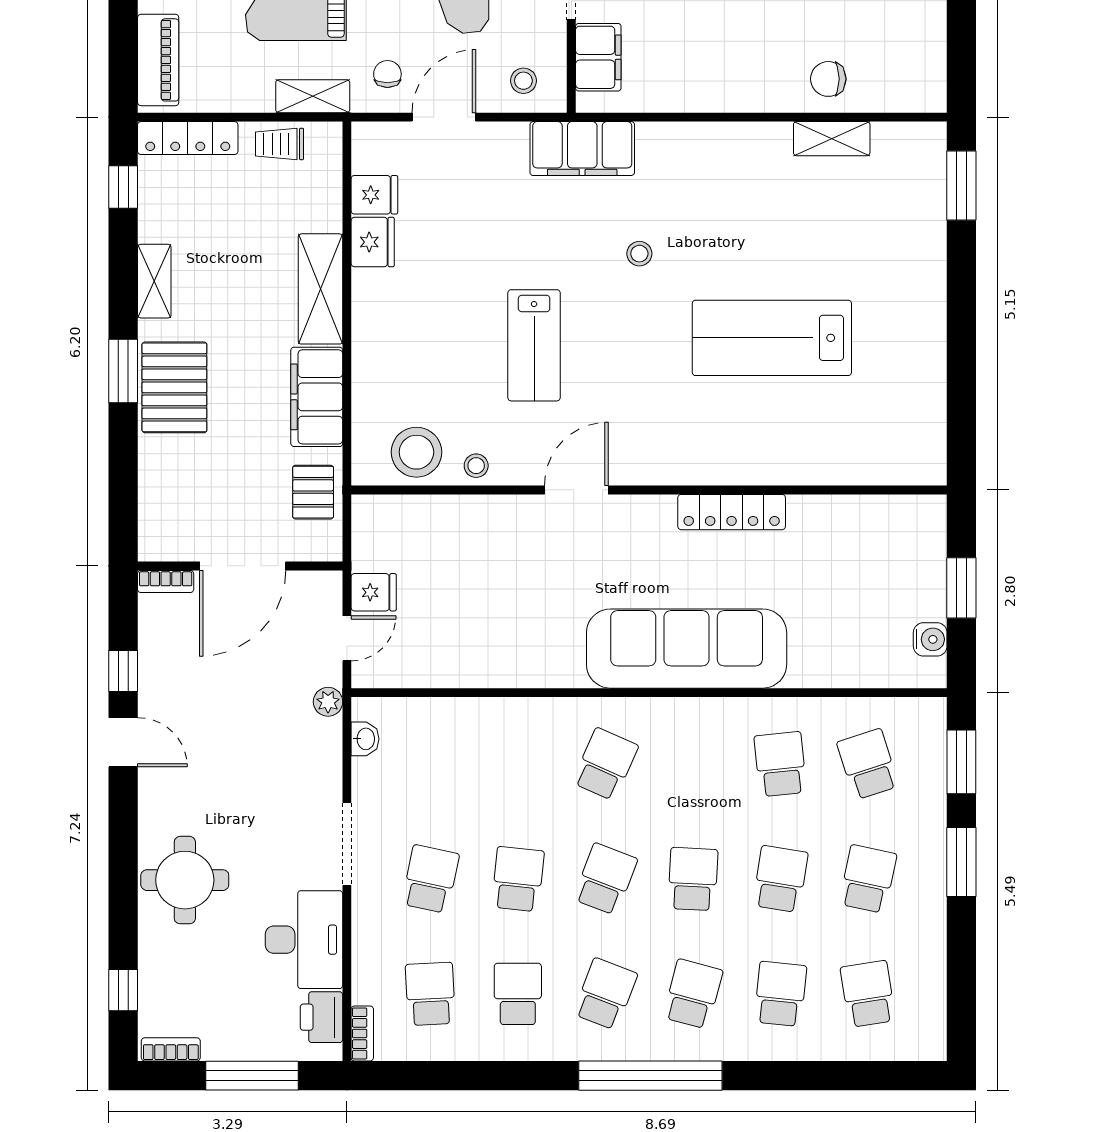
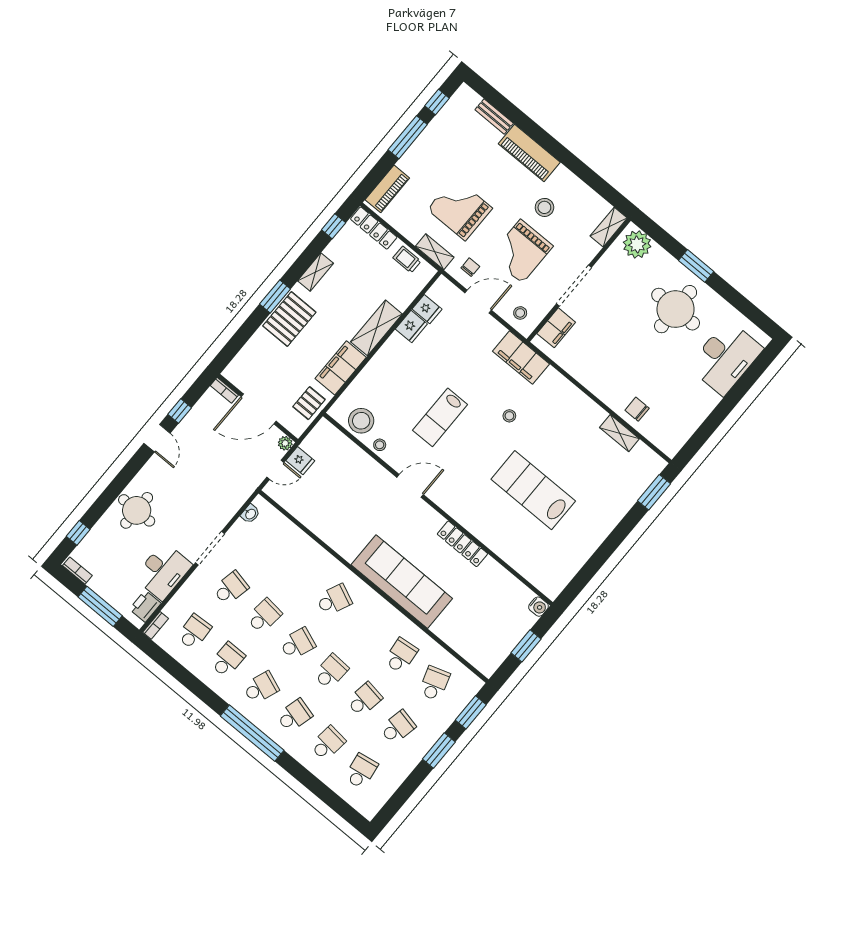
water cooler: (930, 639) -> (539, 607), moved
plant: (328, 702) -> (285, 443), moved

